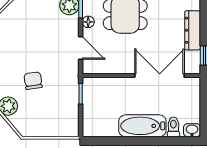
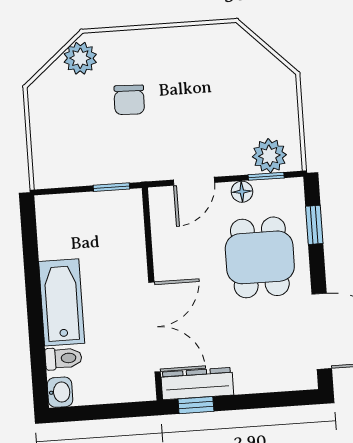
dresser: (193, 30) -> (197, 384), moved
chair: (33, 81) -> (129, 100), turned 100

